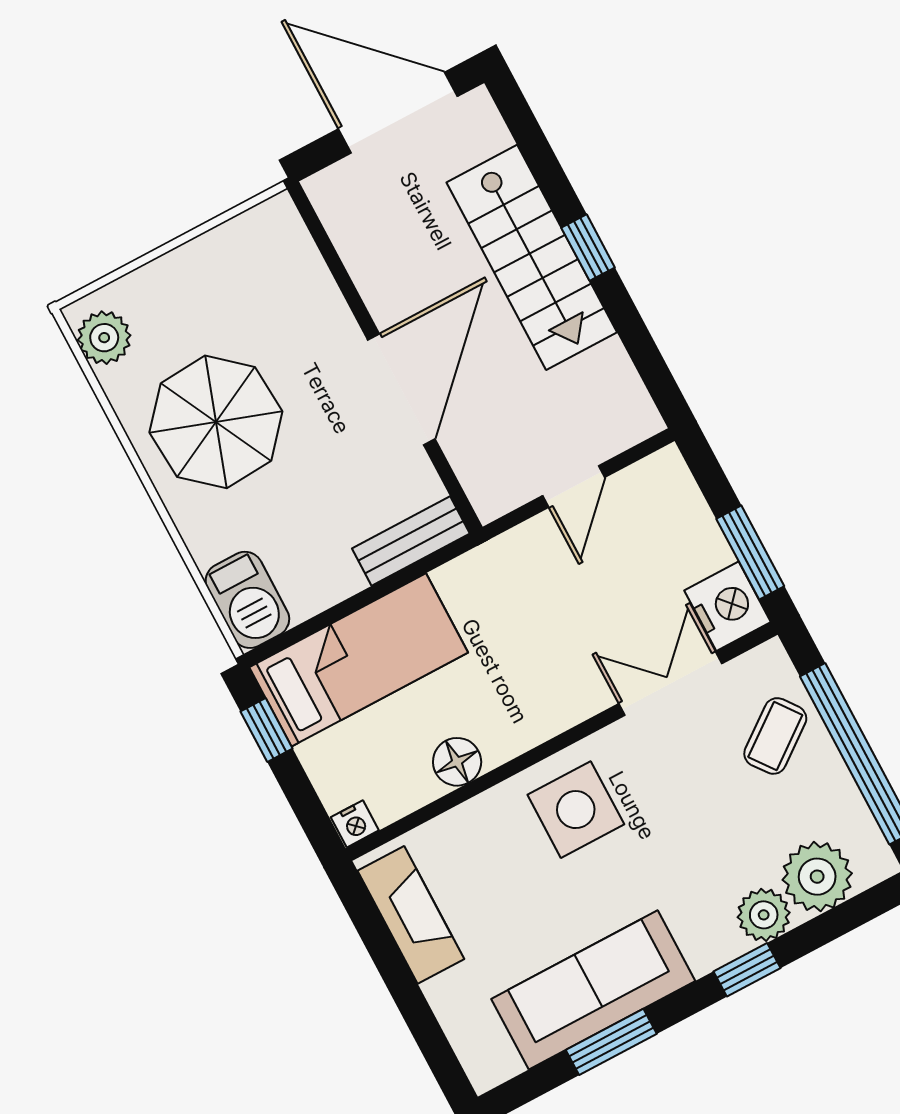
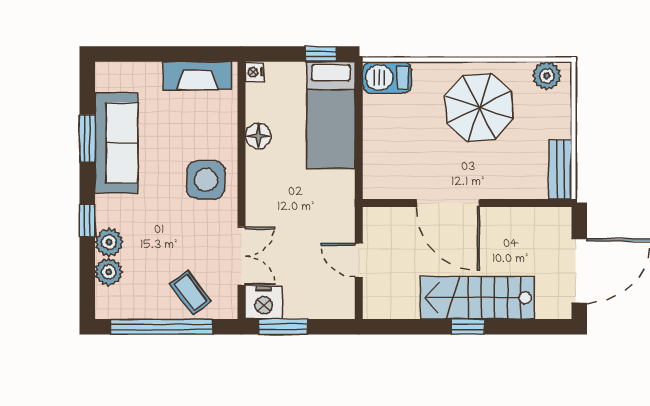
bench: (411, 541) -> (560, 170), moved
plant: (817, 877) -> (109, 272), width x0.73, depth x0.73

